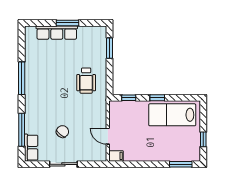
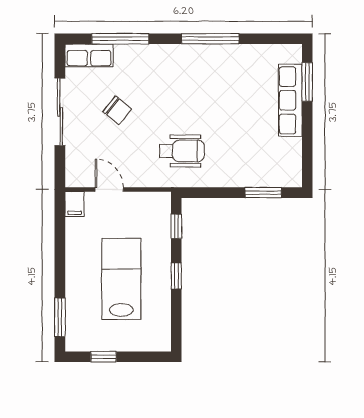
window: (68, 23) -> (307, 82), moved
wheelchair: (86, 81) -> (182, 151), moved, turned 180
lab bench: (172, 115) -> (121, 279), moved
door: (108, 136) -> (109, 189), hinge flipped
sliding door: (63, 164) -> (60, 112), width x1.37

